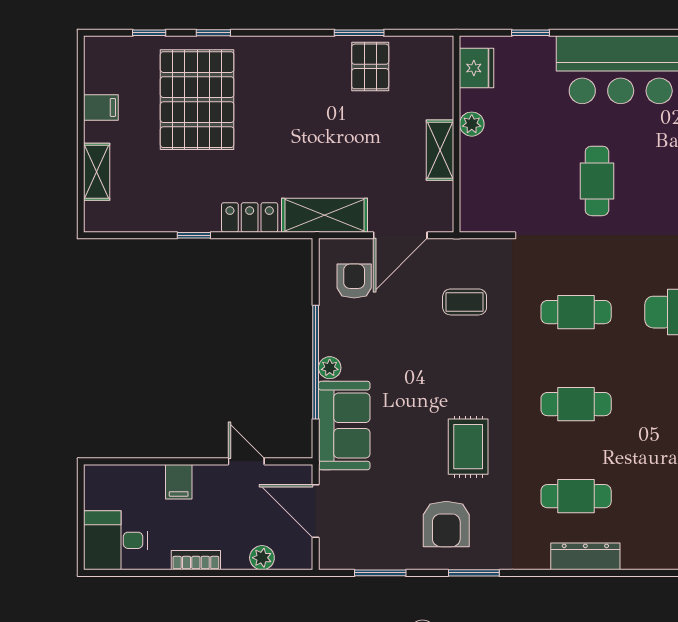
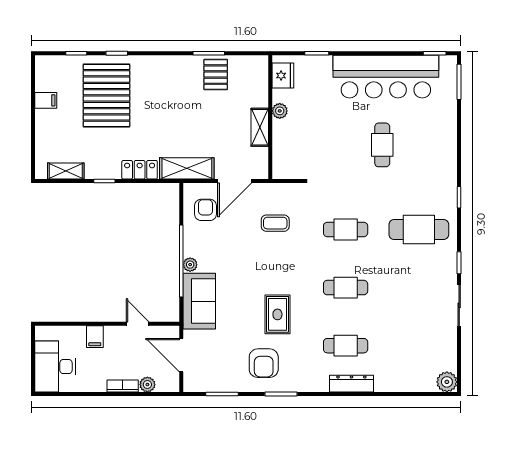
shelving: (97, 172) -> (66, 171), moved, turned 90
cafe table: (597, 181) -> (382, 145), moved
desk: (116, 540) -> (55, 367), width x1.37
bookcase: (196, 560) -> (123, 386), moved

